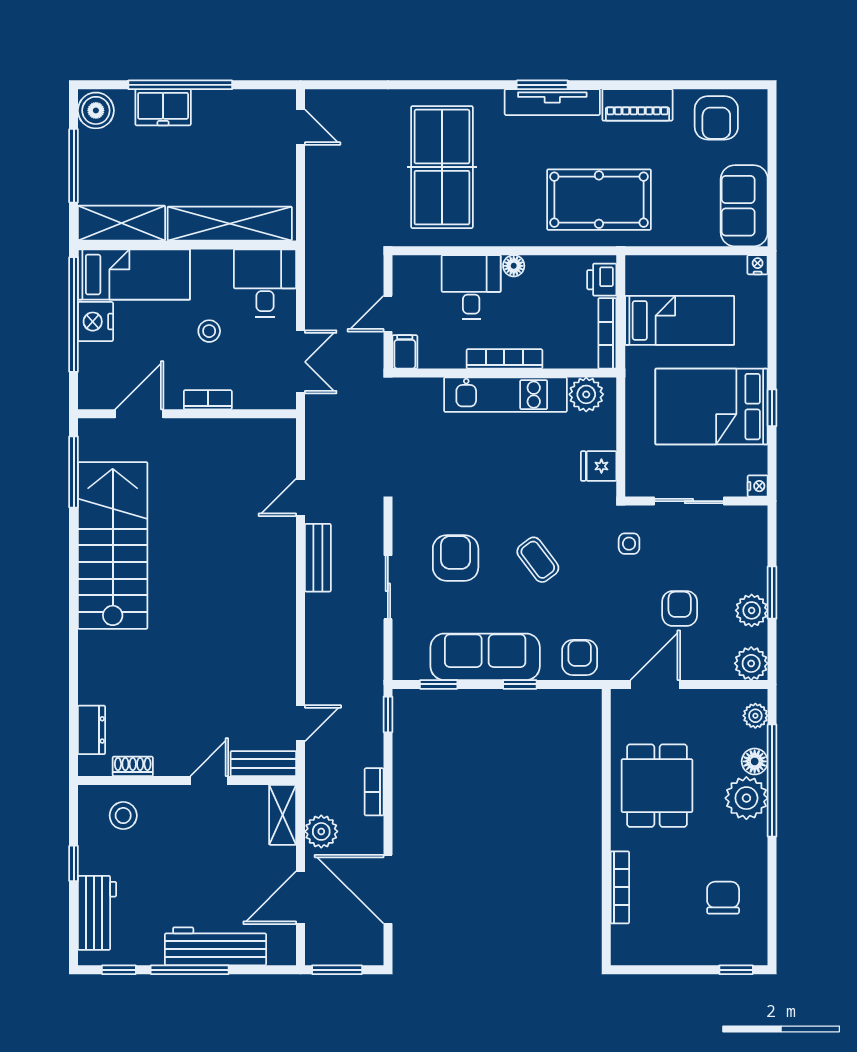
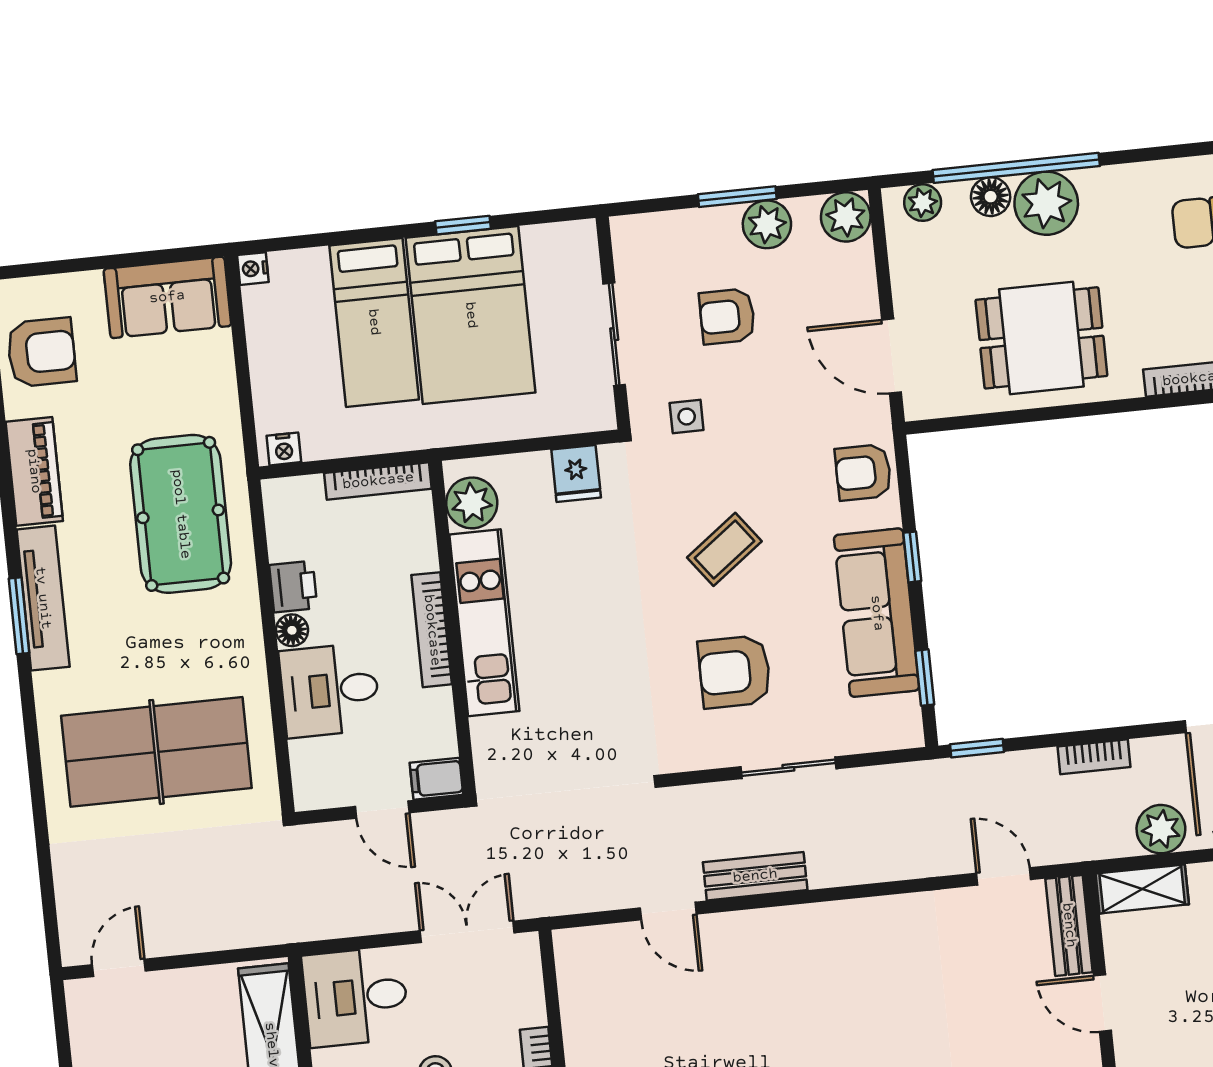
printer: (602, 280) -> (293, 587), moved, turned -90
bed: (680, 320) -> (374, 322), moved, turned 180
nightstand: (758, 486) -> (284, 449), moved, turned 180
armchair: (680, 608) -> (727, 316), moved

